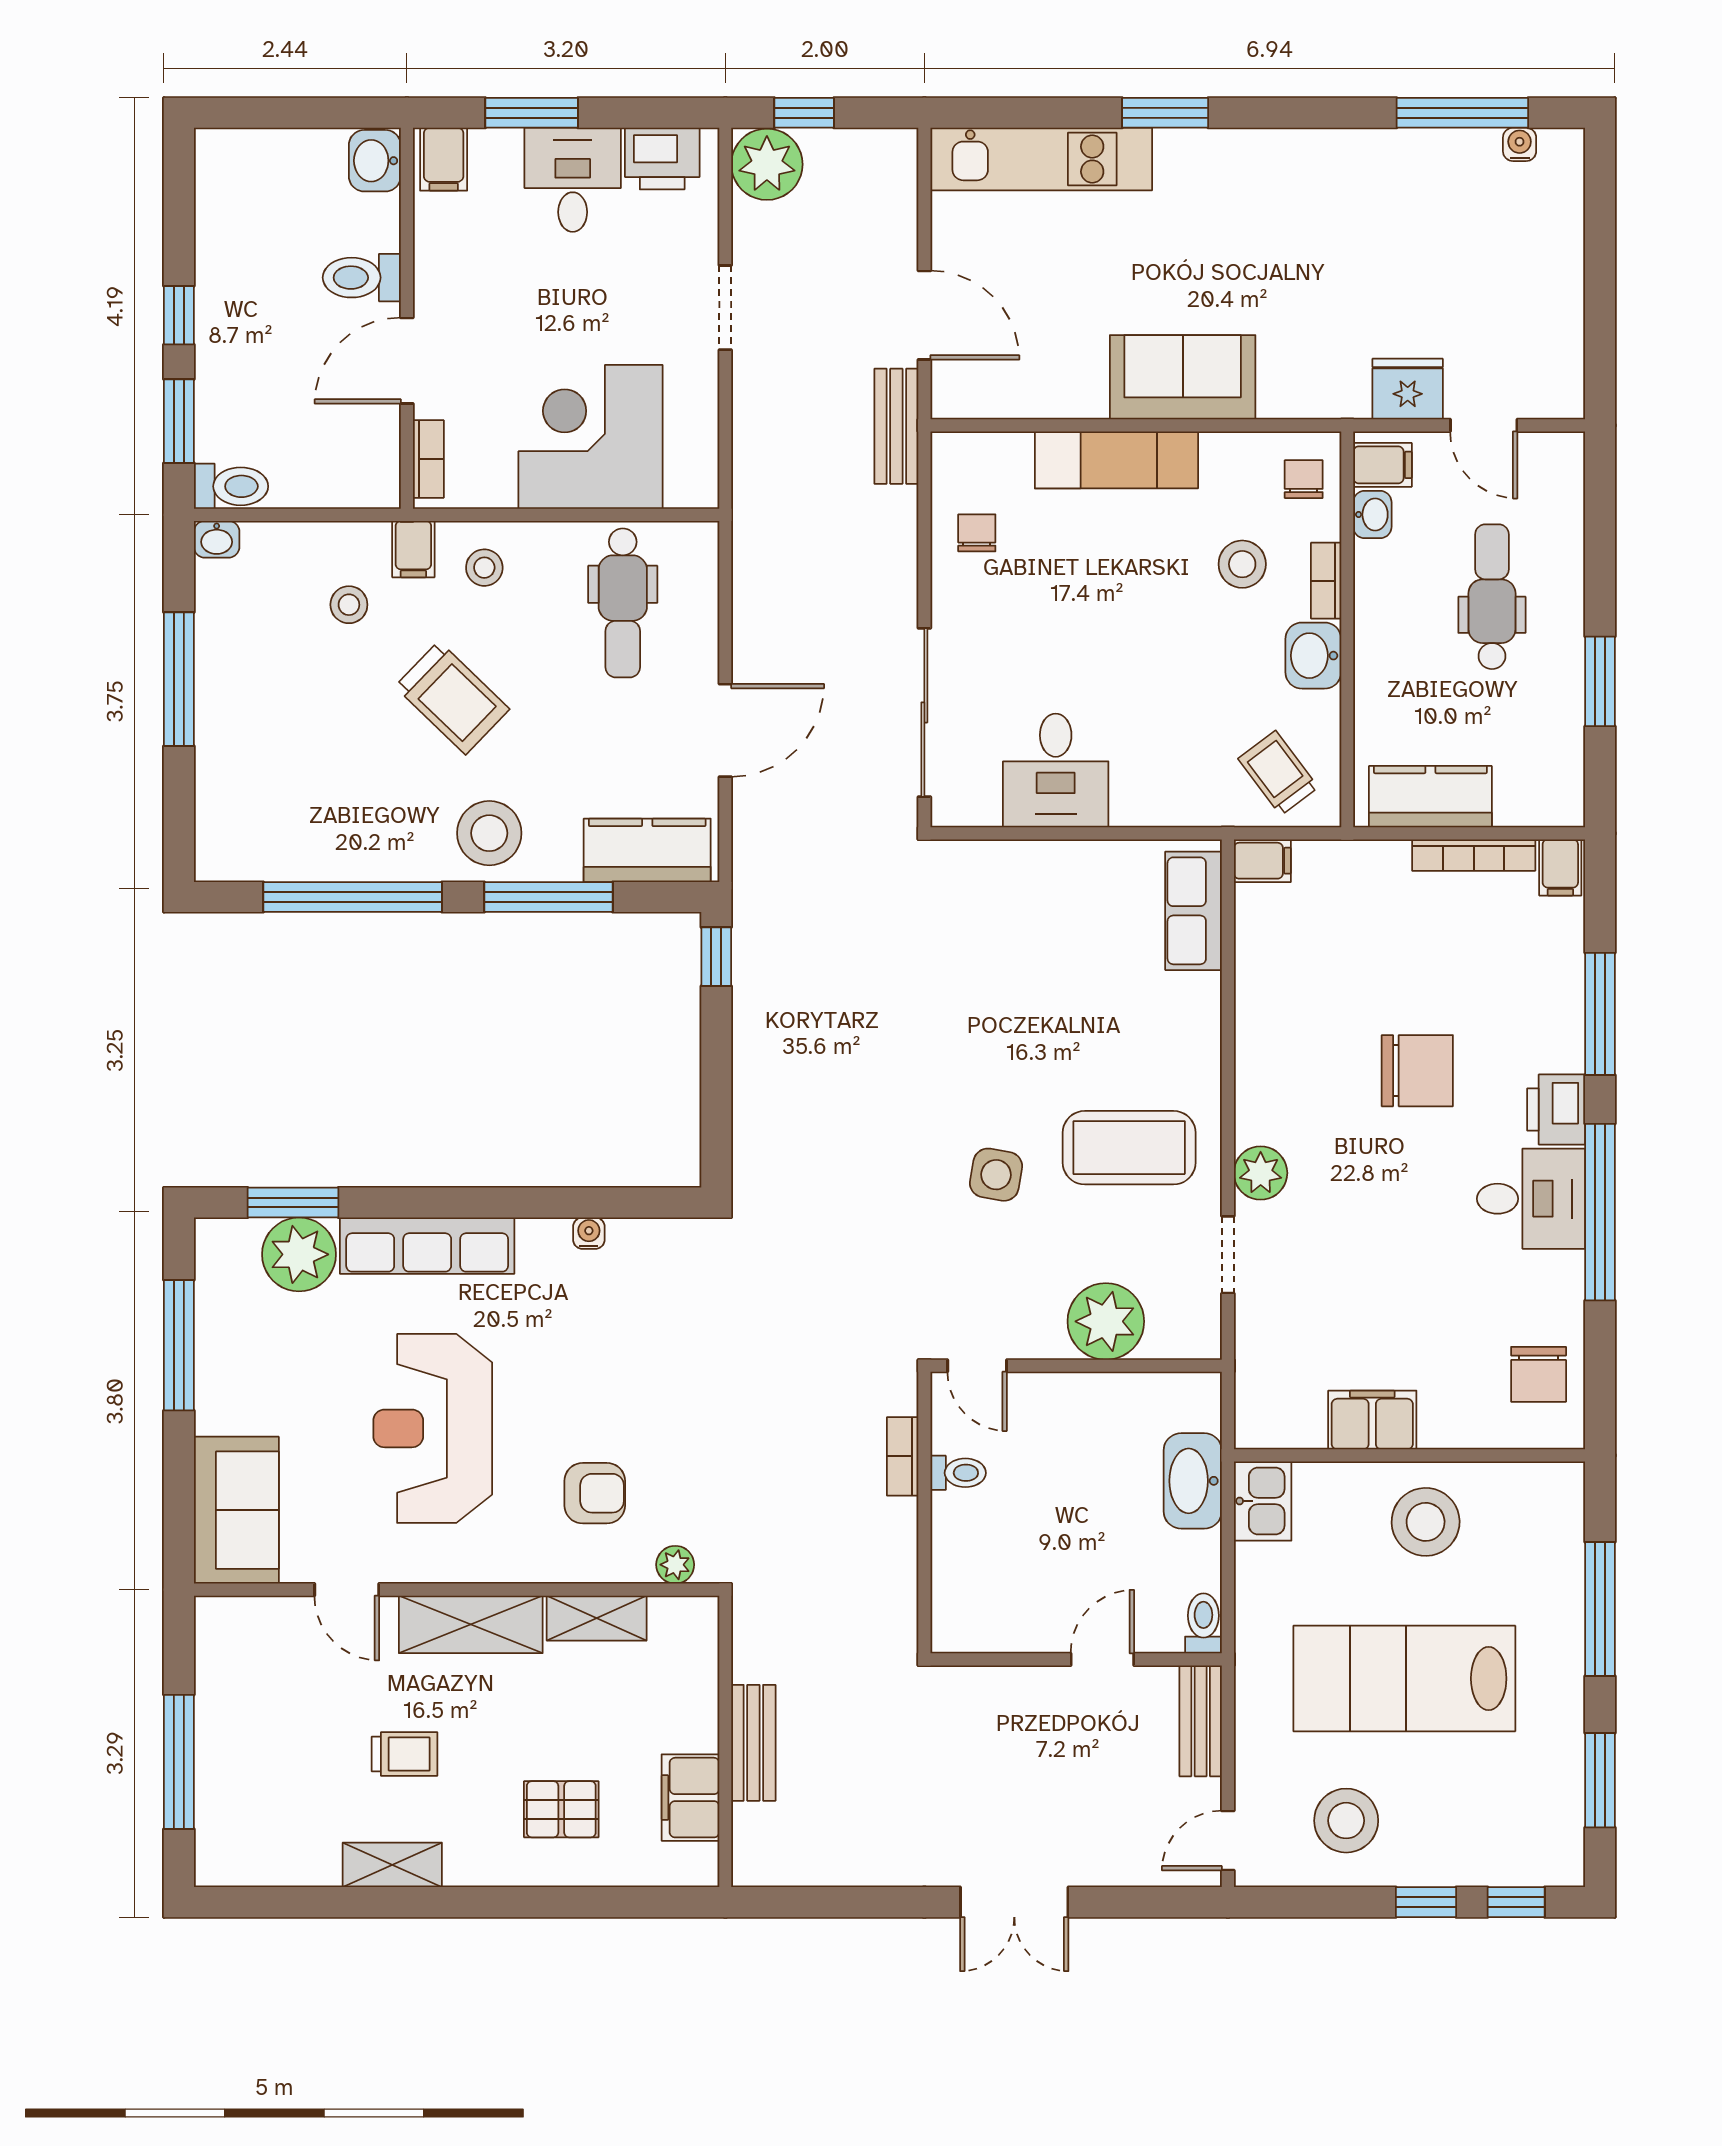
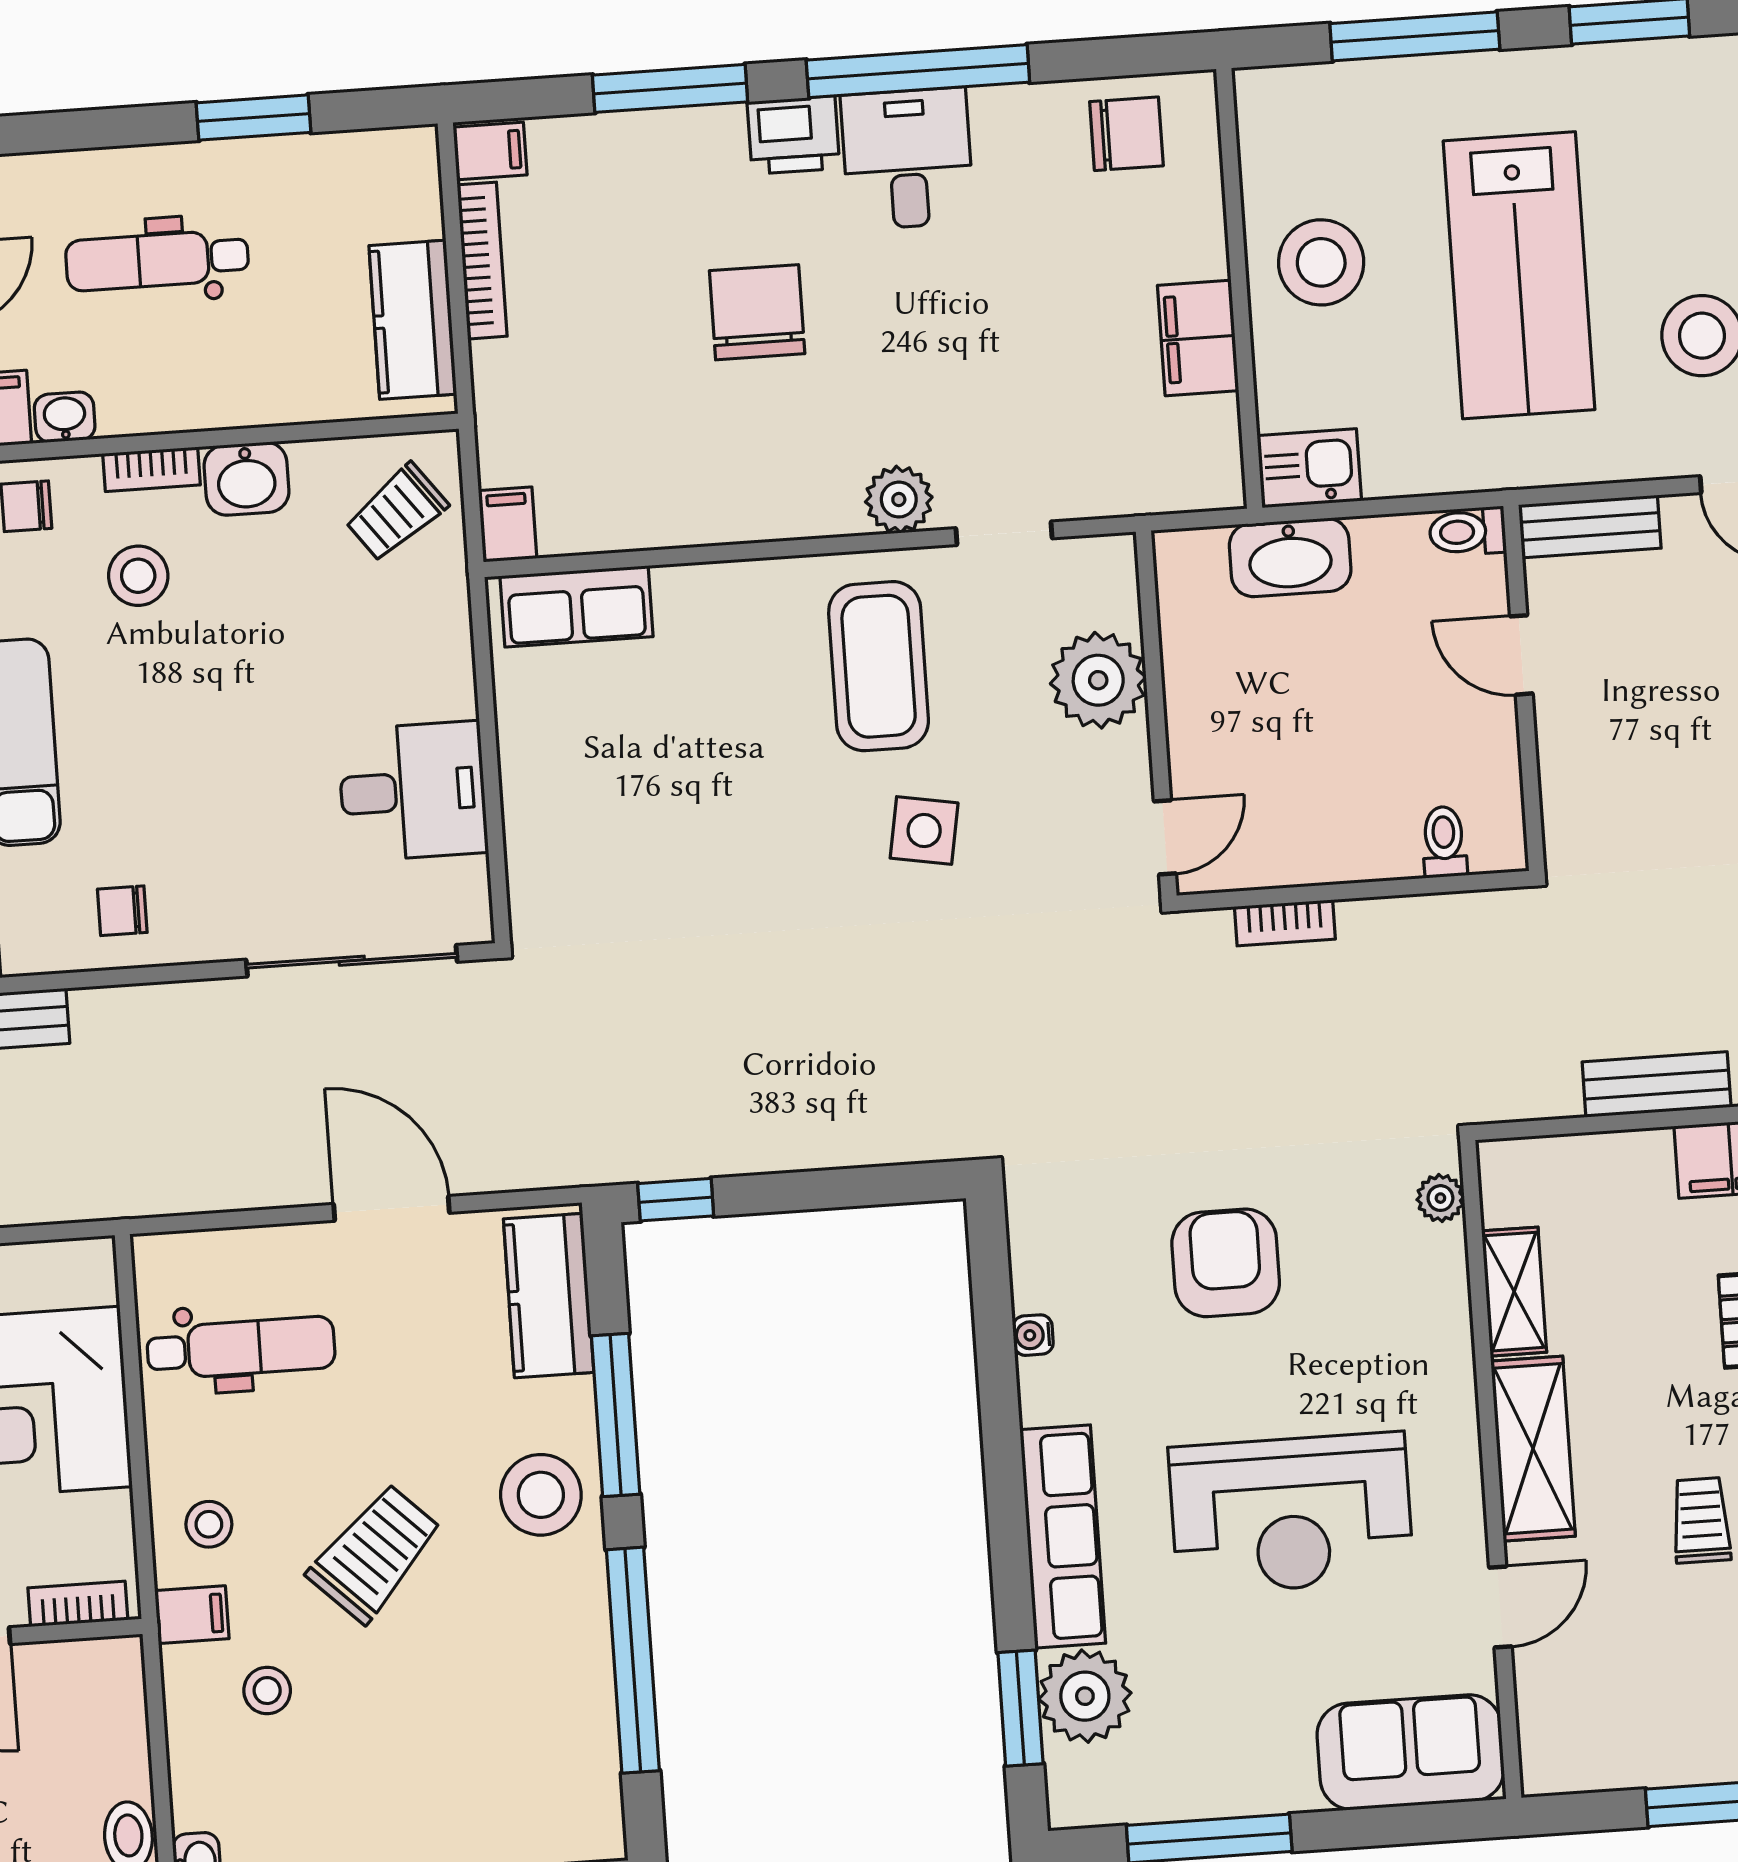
toilet: (958, 1473) -> (1444, 842), moved
armchair: (595, 1493) -> (1226, 1263), moved, width x1.38, depth x1.38

